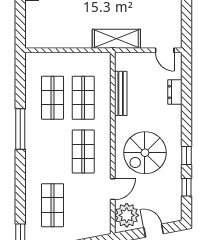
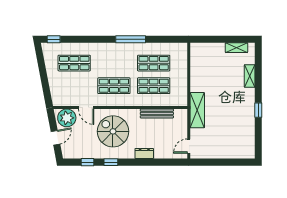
dresser: (175, 92) -> (144, 153), moved

